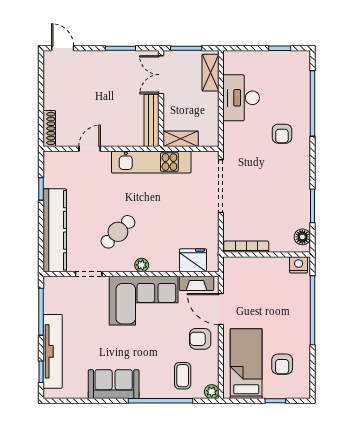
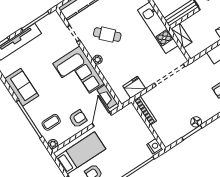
floor lamp: (302, 237) -> (196, 122), moved
fridge: (193, 260) -> (134, 87), moved, turned -90
armchair: (200, 339) -> (78, 119), turned 90

